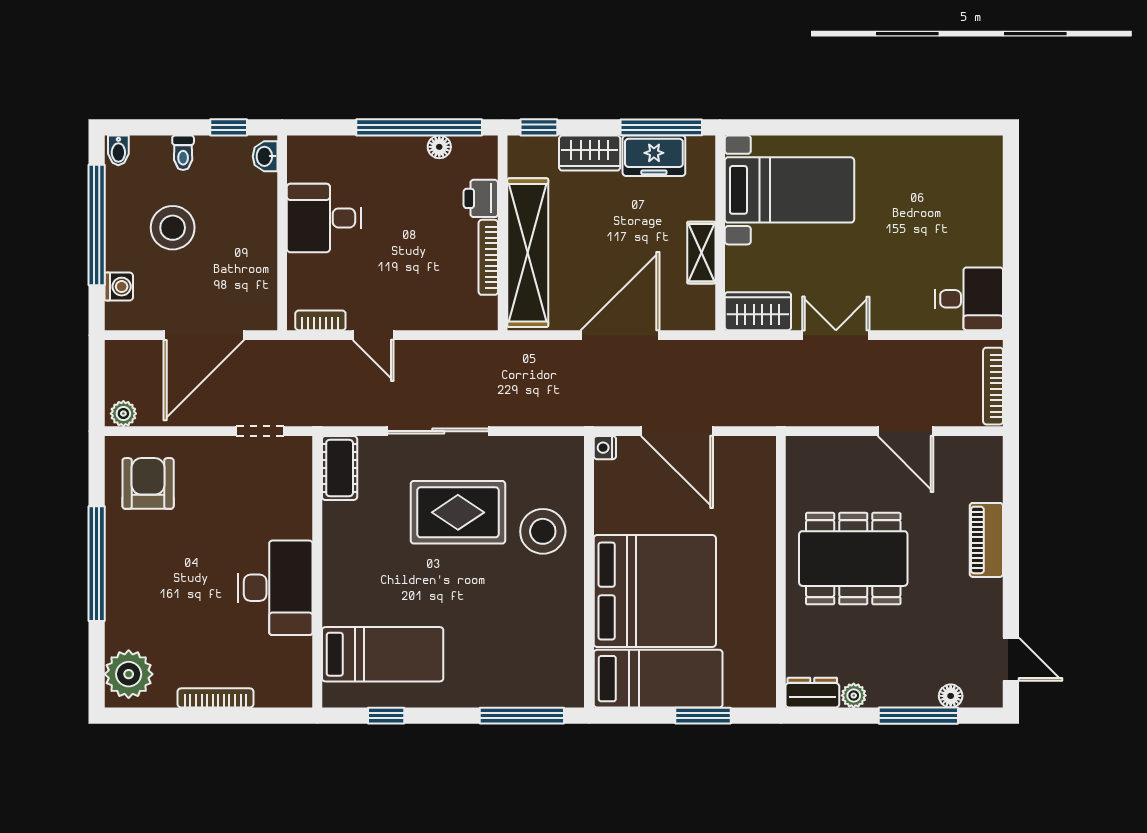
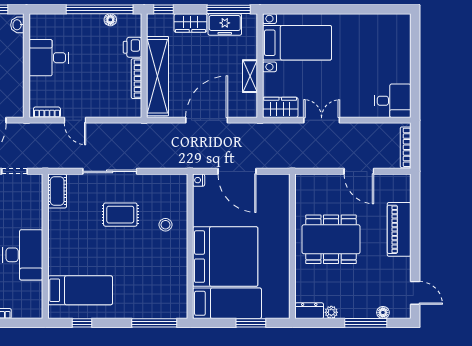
rug: (458, 512) -> (120, 215), width x0.73, depth x0.70
stool: (543, 531) -> (165, 225), width x0.53, depth x0.53
piano: (986, 540) -> (399, 229), width x1.37, depth x1.33

